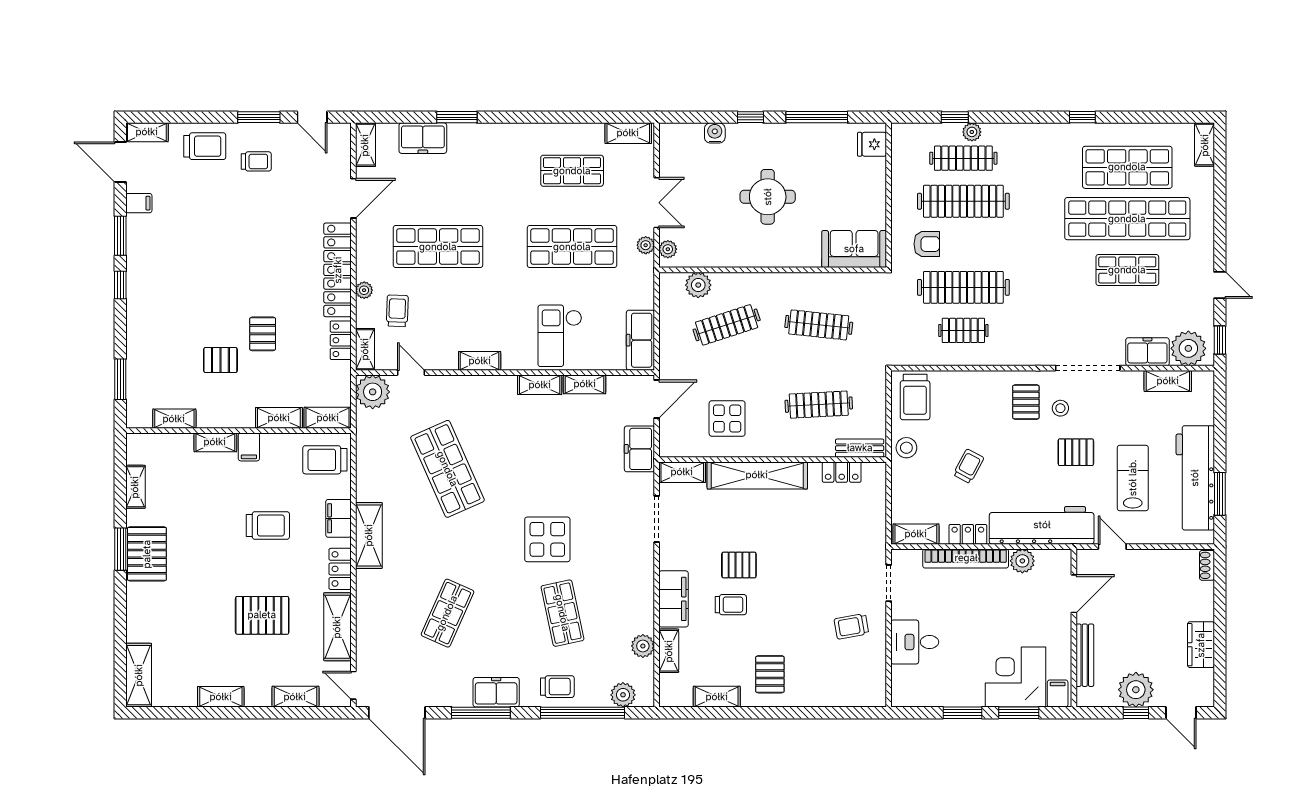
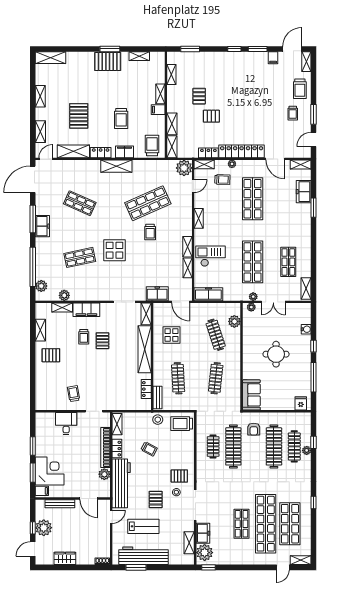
door: (1220, 285) -> (283, 567), moved
trolley: (557, 687) -> (150, 232), moved

